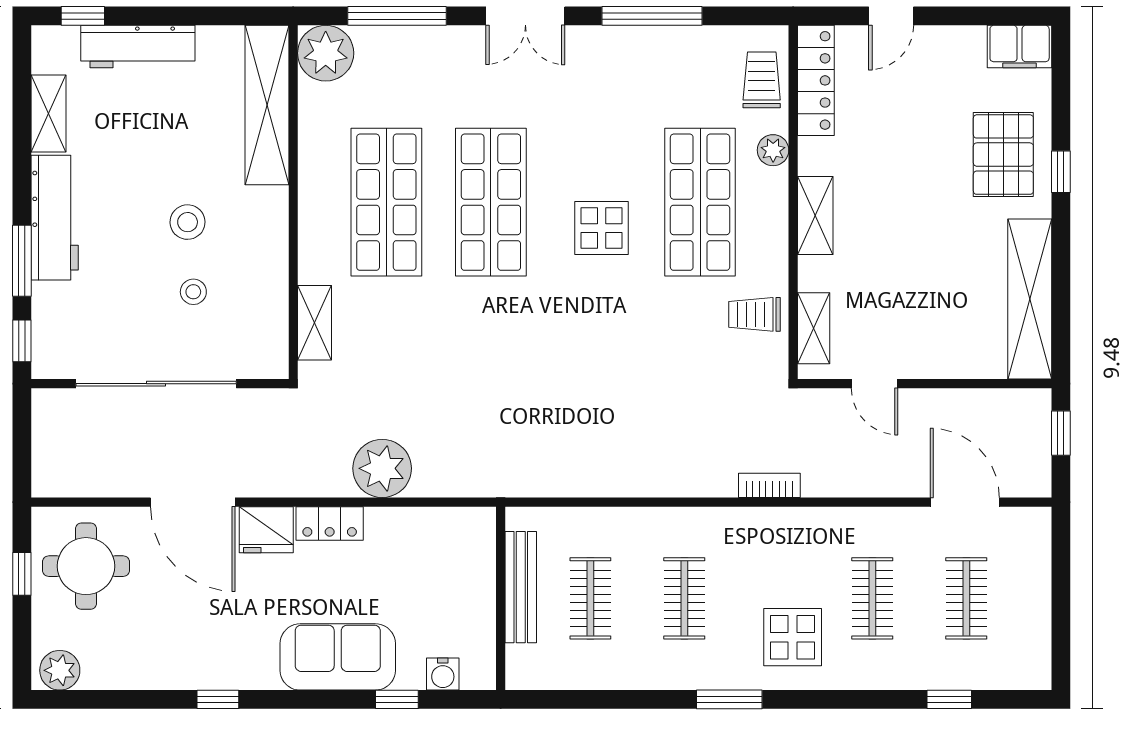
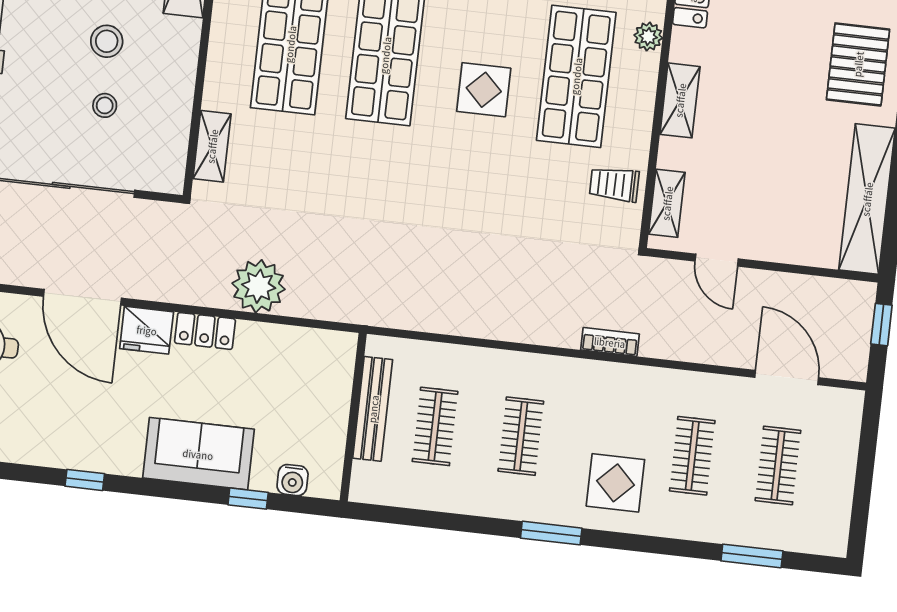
window: (949, 699) -> (752, 556), width x1.50

